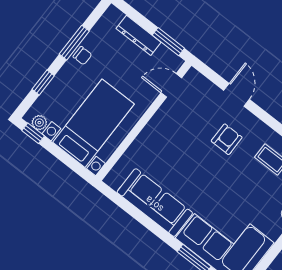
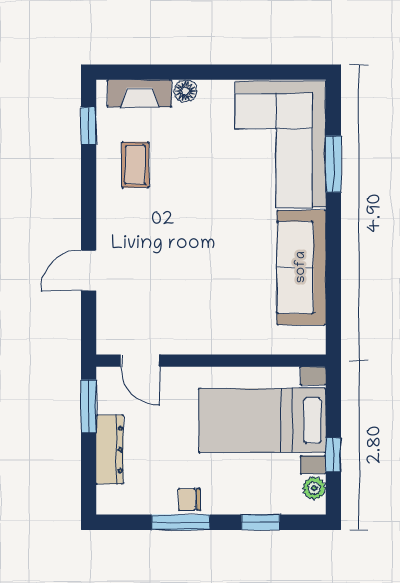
chair: (82, 56) -> (189, 500), turned -90
window: (33, 133) -> (333, 455), moved
armchair: (227, 139) -> (153, 240), removed

